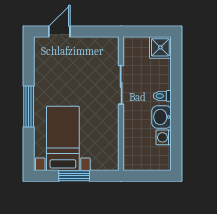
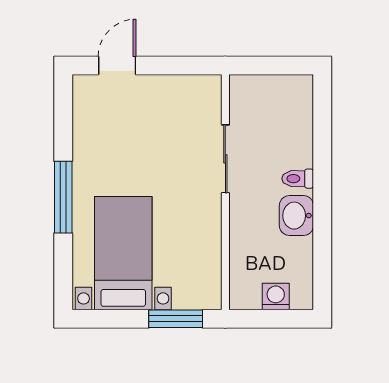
shower: (160, 47) -> (294, 93), removed
washing machine: (164, 137) -> (276, 297), moved, turned 90
window: (74, 176) -> (176, 319), moved

